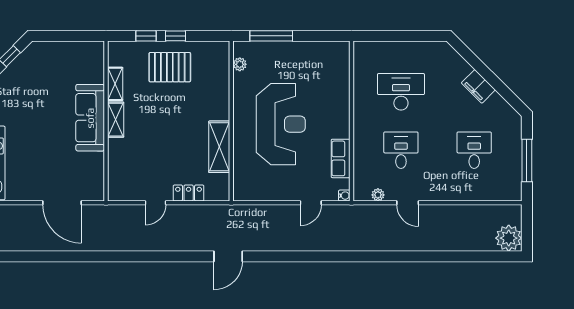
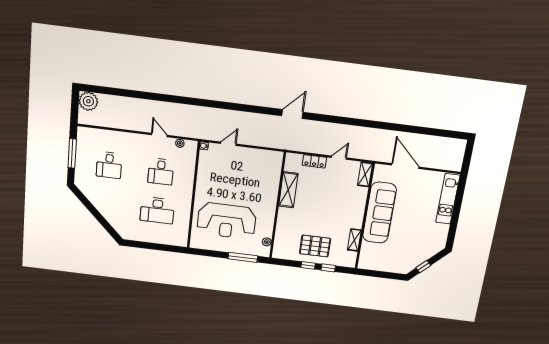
filing cabinet: (478, 86) -> (103, 207), removed
sofa: (90, 118) -> (379, 213), width x1.36, depth x1.27
shelving: (116, 120) -> (365, 174), moved
reception desk: (281, 124) -> (227, 221), moved, turned -90
row of seats: (341, 158) -> (204, 171), removed

